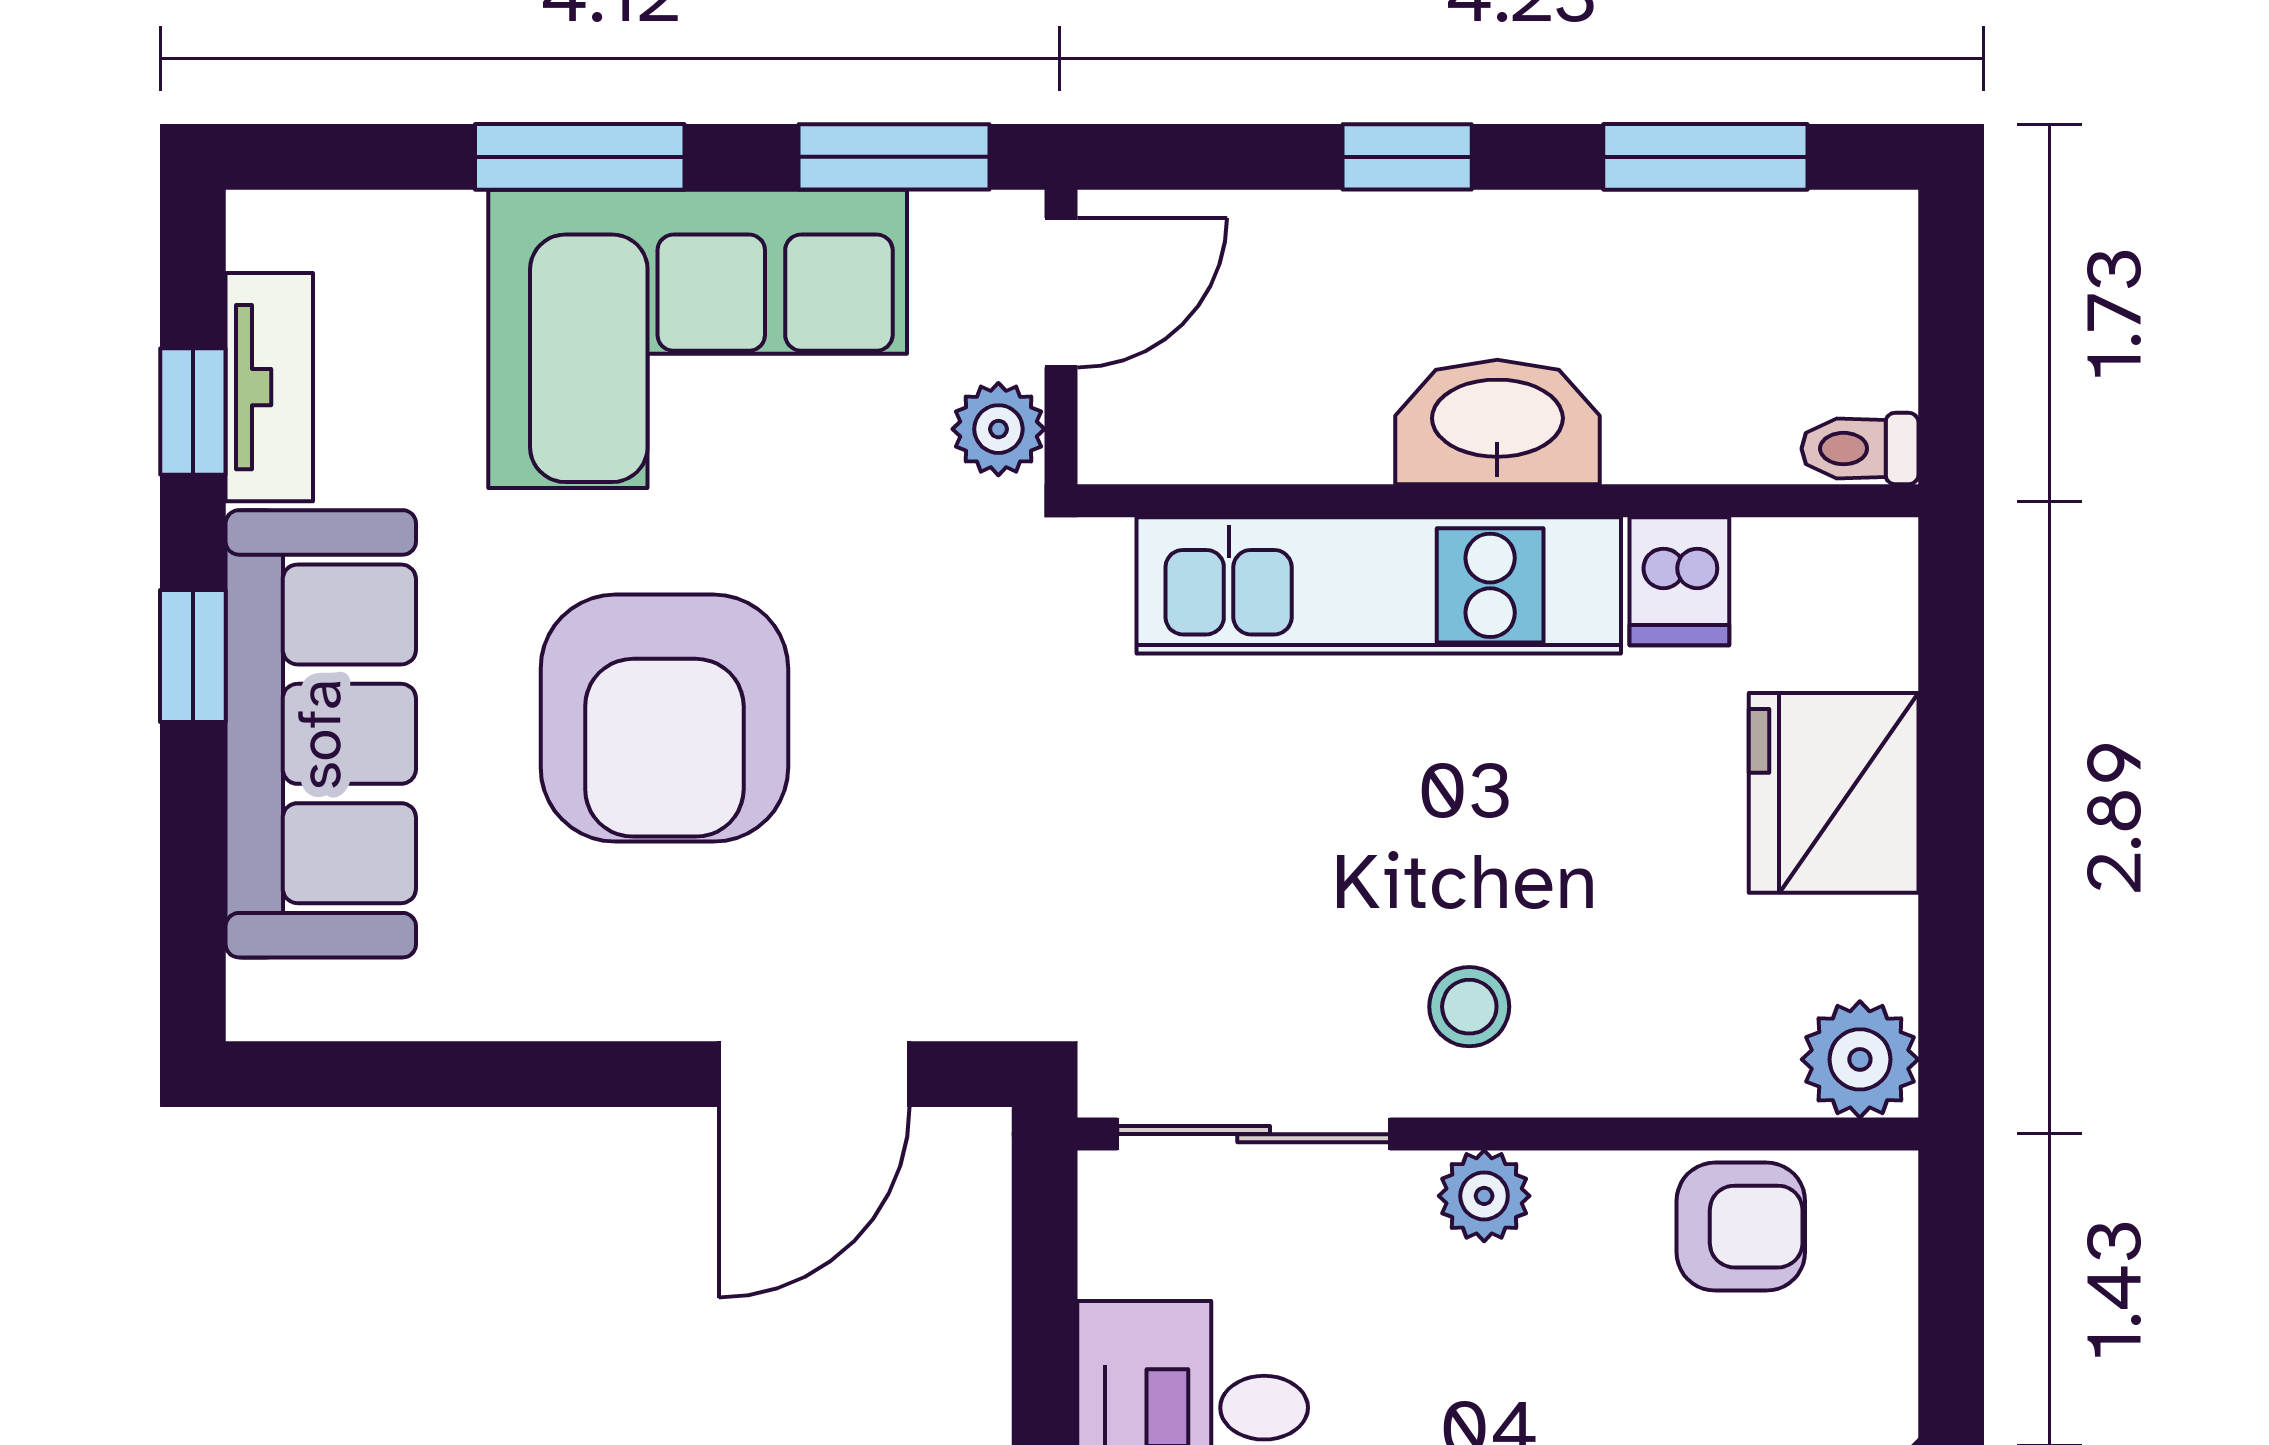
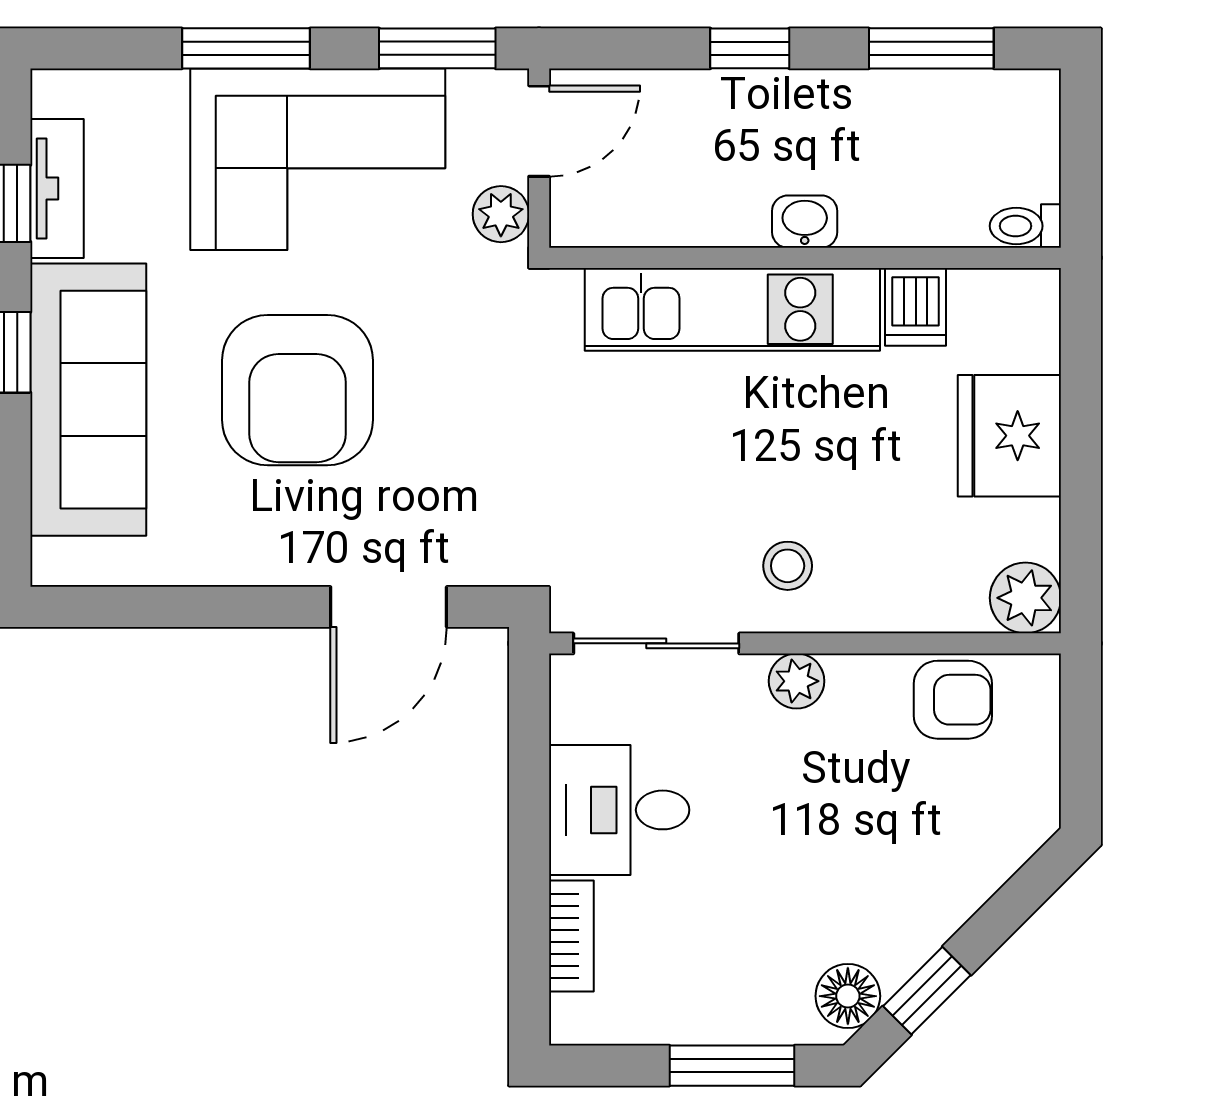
washbasin: (1497, 422) -> (805, 222), width x0.52, depth x0.69

